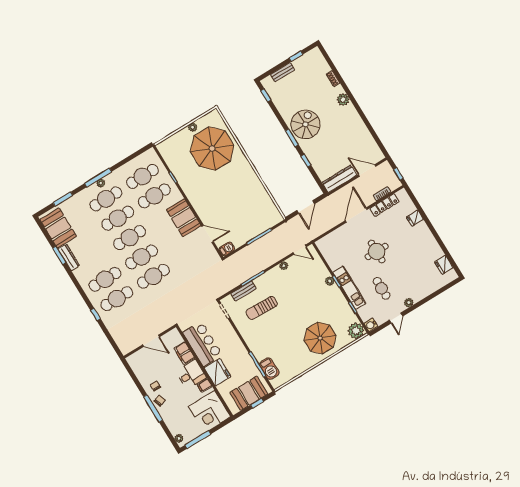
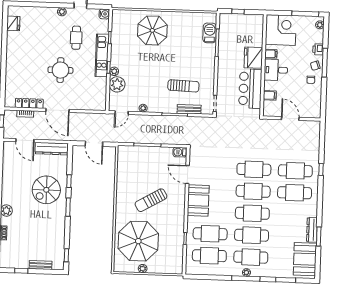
spiral stairs: (305, 124) -> (46, 190), moved
sun lounger: (224, 191) -> (151, 200), added
door: (306, 207) -> (94, 144), swing flipped
door: (356, 215) -> (57, 110), hinge flipped
fridge: (415, 218) -> (12, 76), removed
door: (300, 250) -> (122, 113), swing flipped
plant: (356, 331) -> (117, 84), moved
filing cabinet: (184, 353) -> (270, 95), width x0.50
booth: (249, 393) -> (239, 24), removed
printer: (167, 416) -> (318, 49), added

